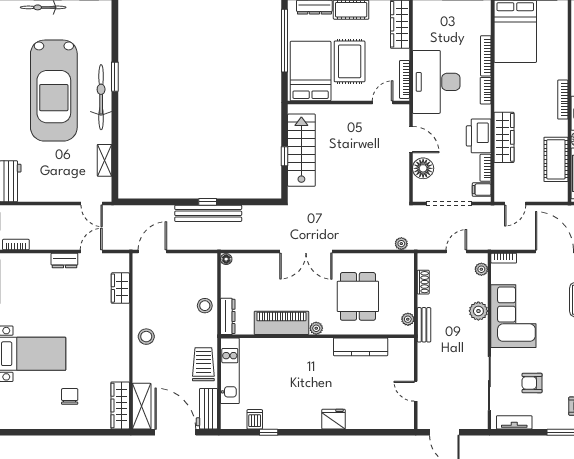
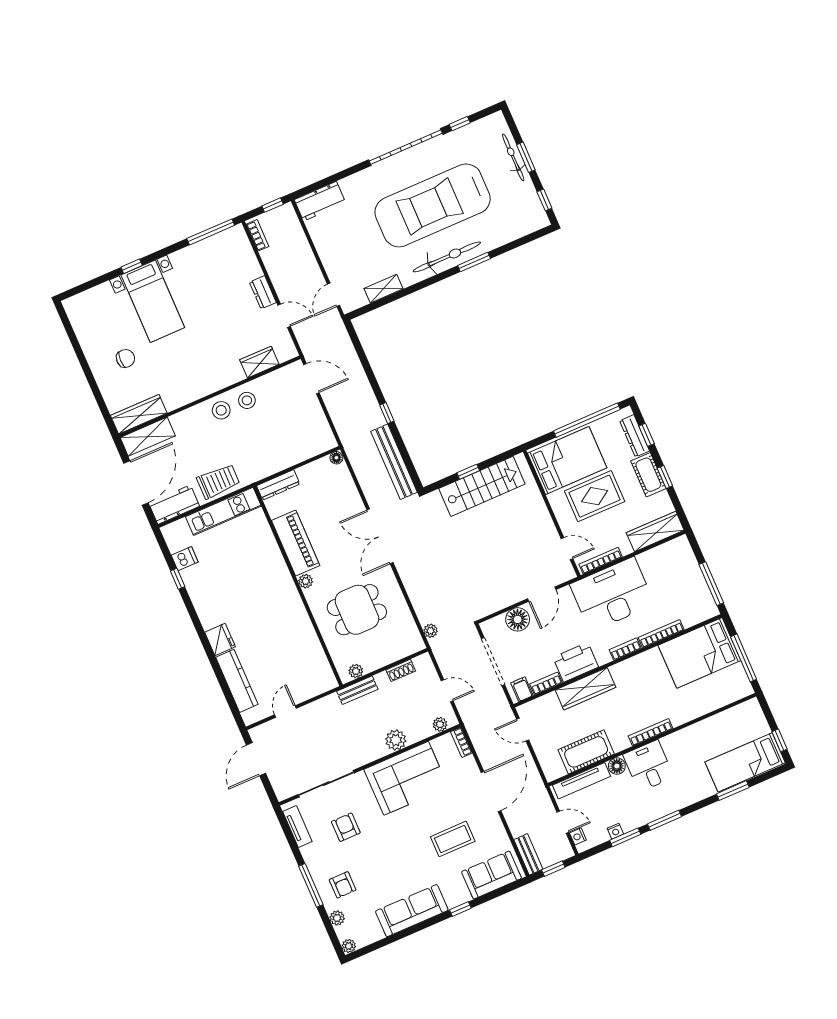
bench: (208, 213) -> (394, 462), moved
stool: (205, 306) -> (247, 400), moved
kitchen counter: (361, 347) -> (237, 681), moved, turned 180

